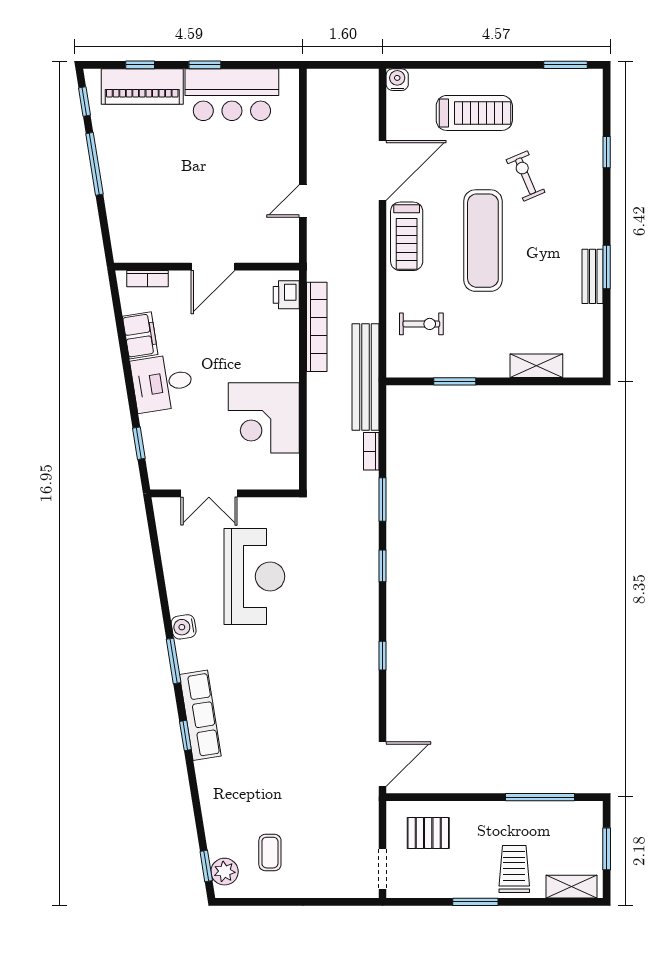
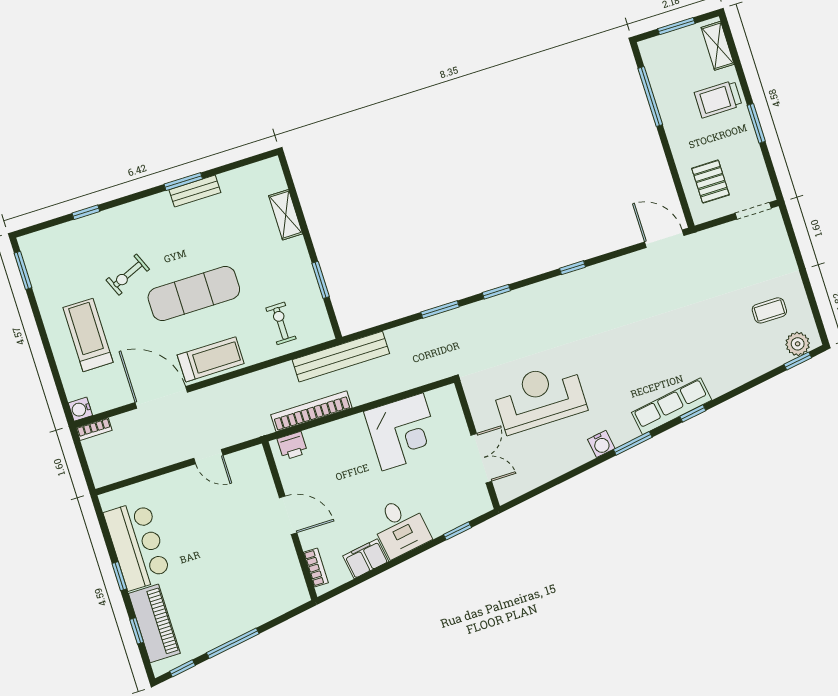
bookcase: (371, 451) -> (94, 429), moved

